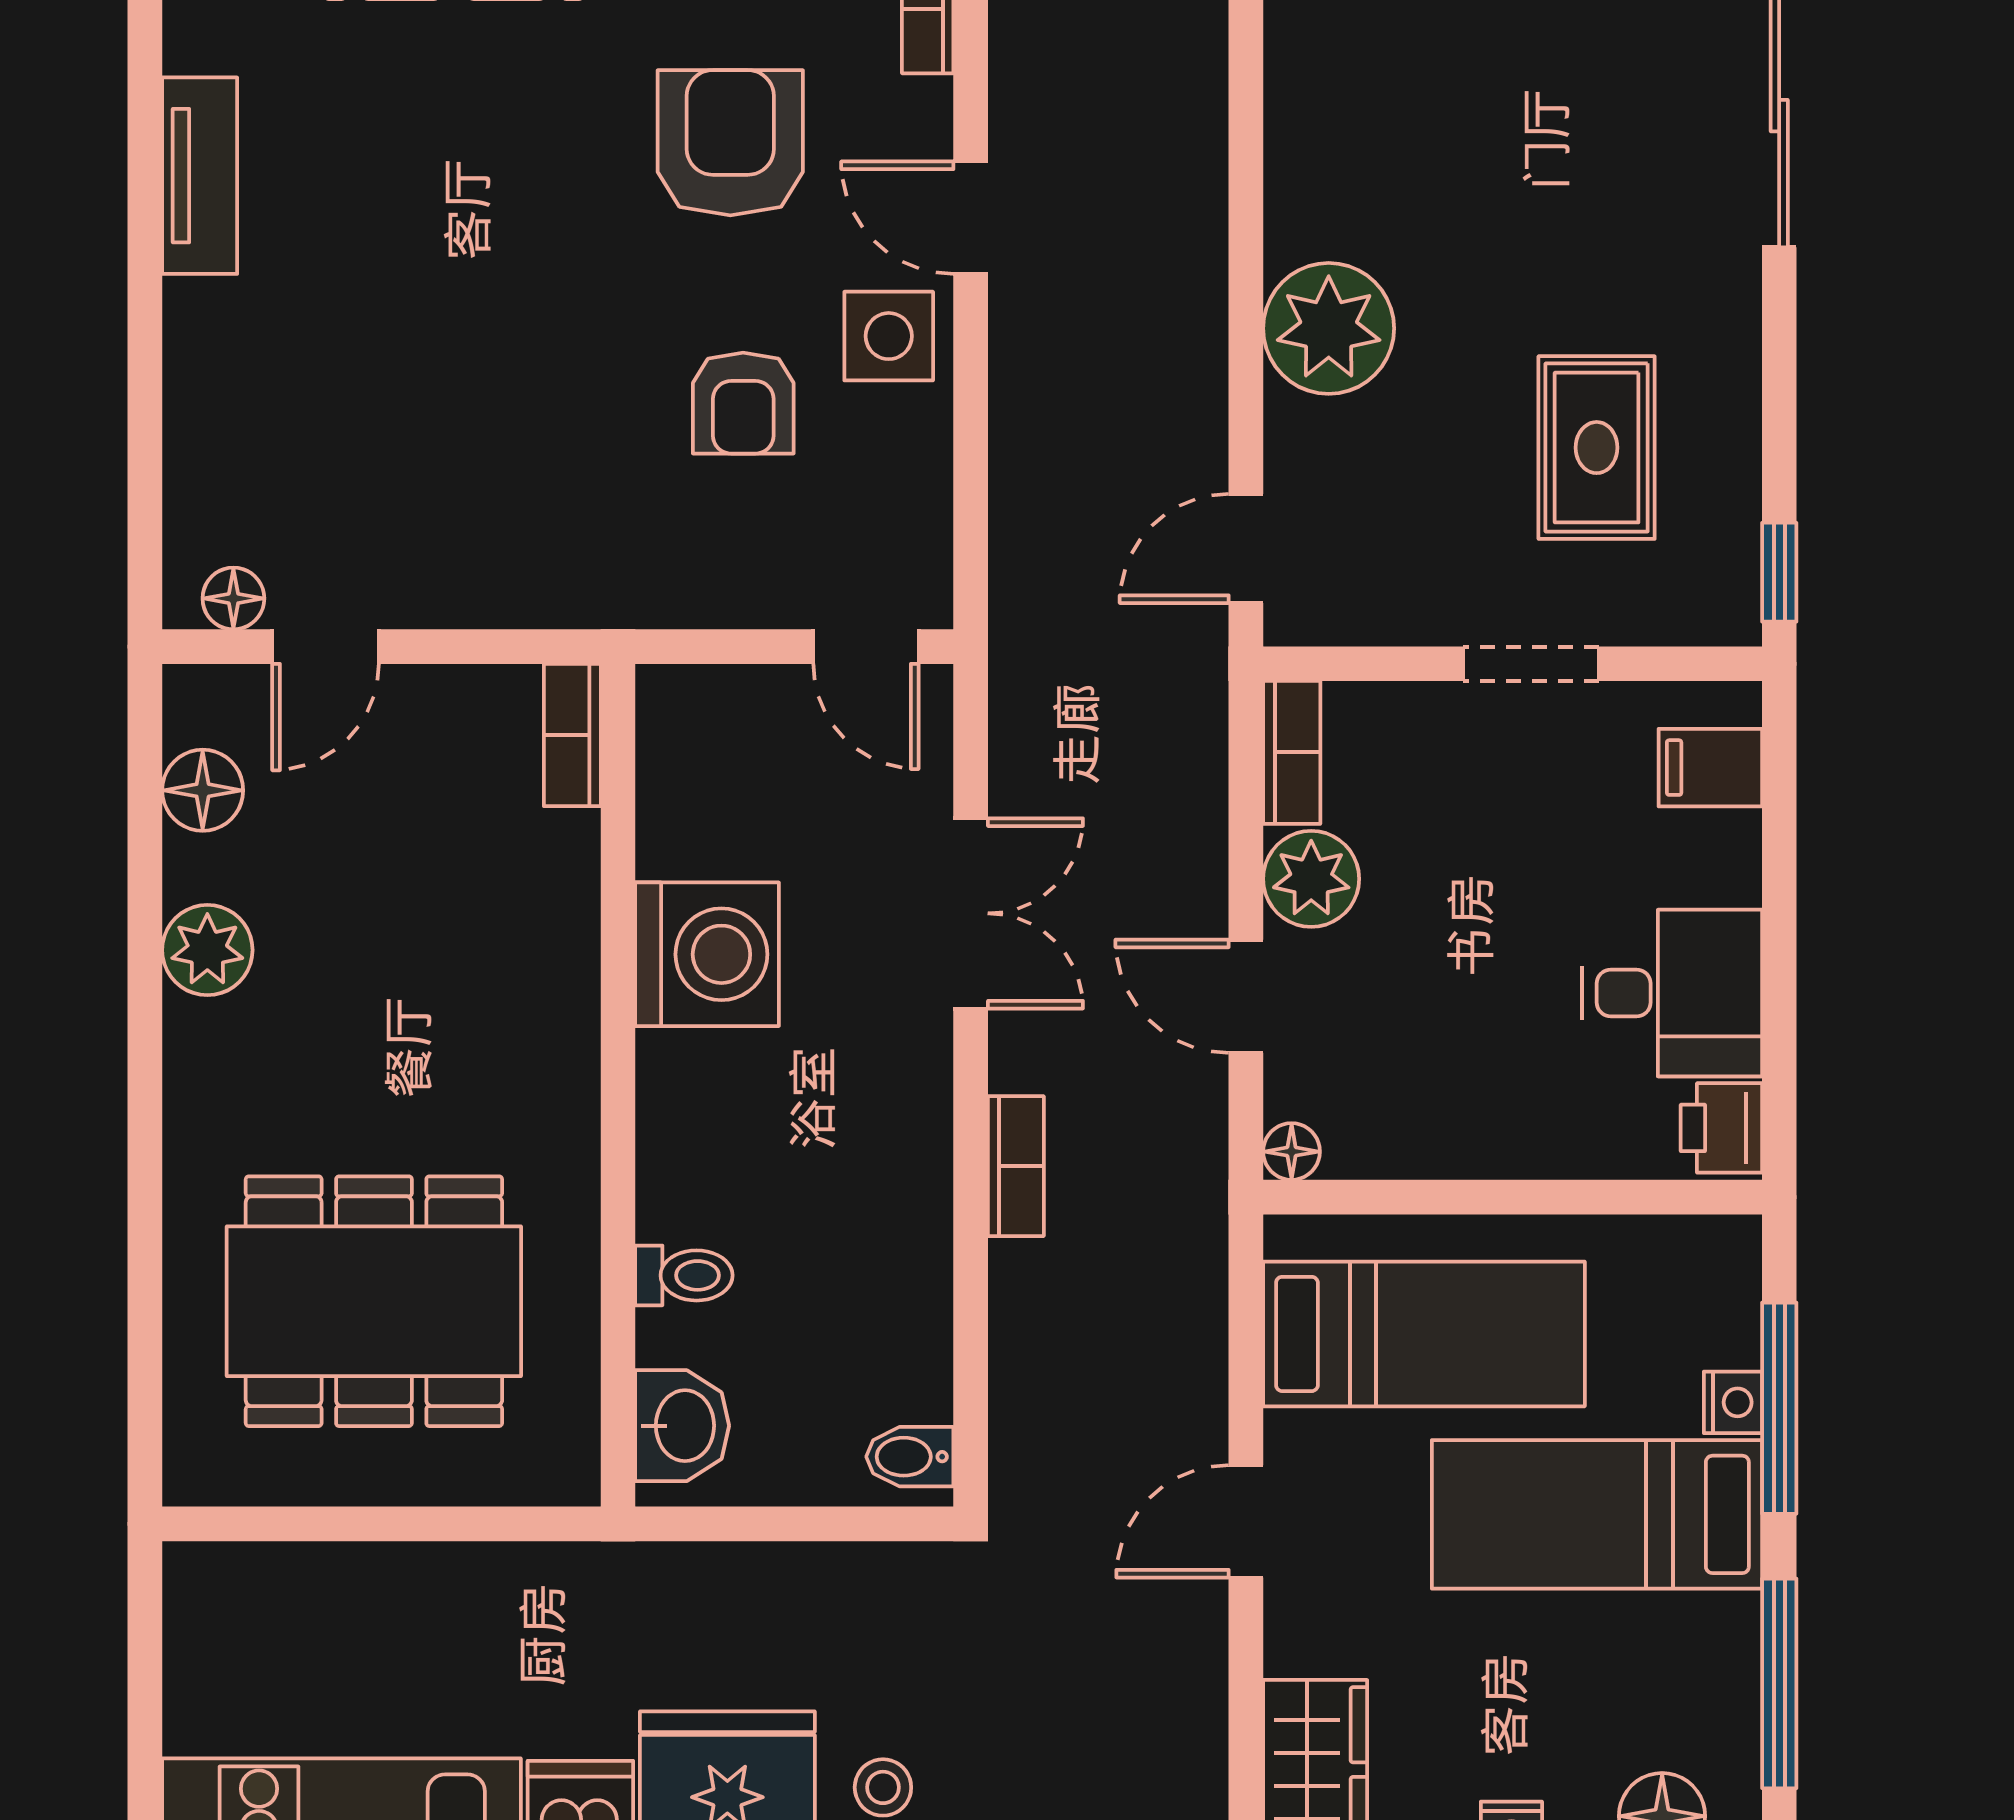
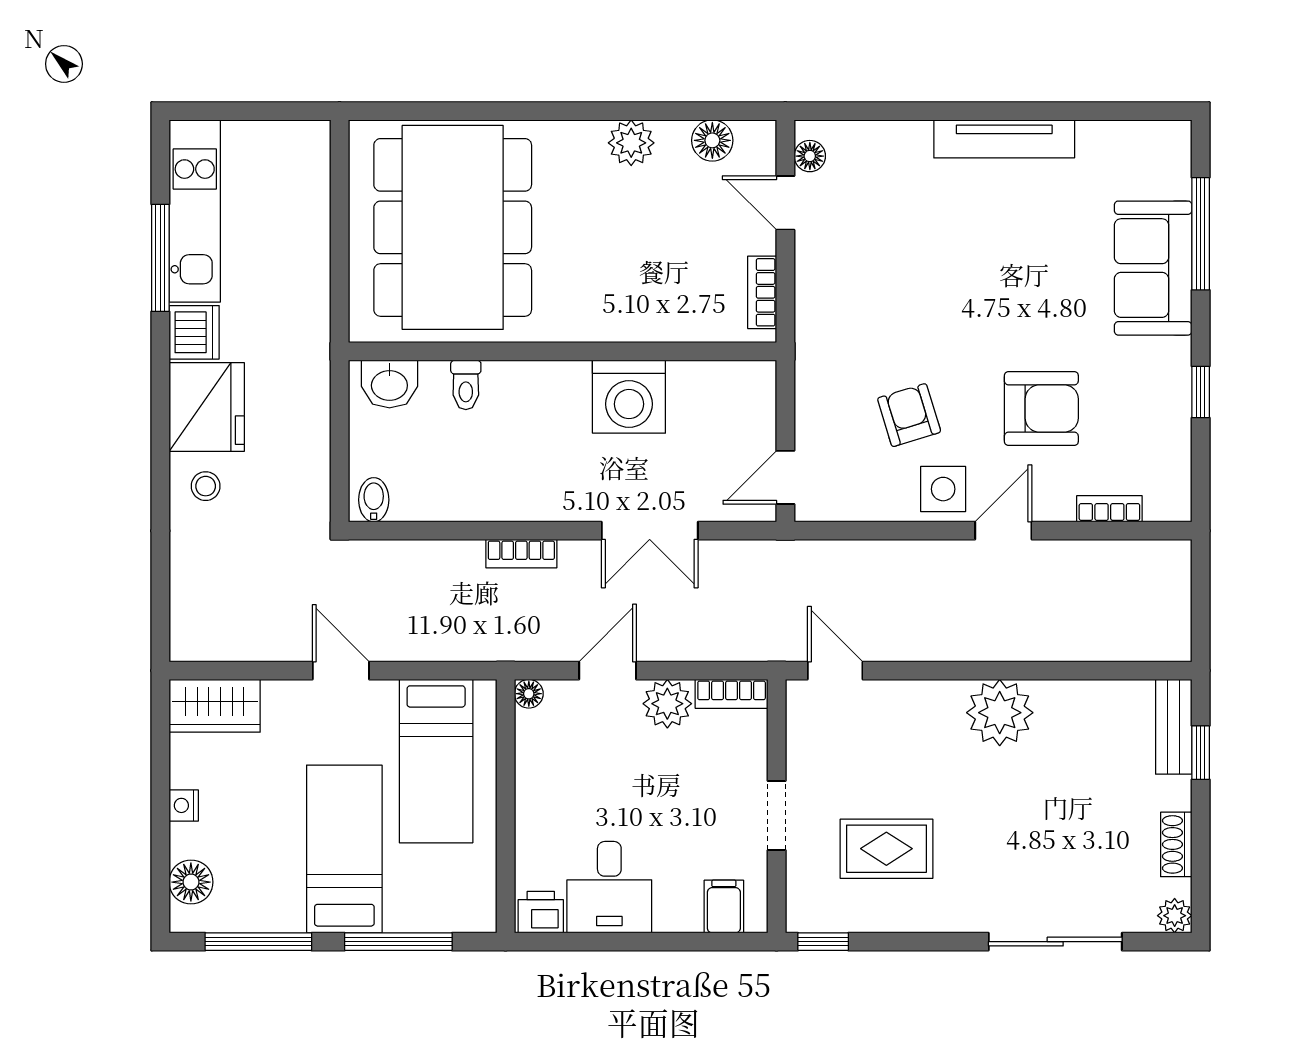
tv unit: (200, 176) -> (1004, 139), width x1.41
plant: (1329, 328) -> (1000, 713), moved
armchair: (743, 403) -> (909, 415), turned 73
bookcase: (572, 735) -> (762, 292), moved, turned -90
dining table: (374, 1301) -> (453, 227), width x1.36, depth x1.24
nightstand: (1733, 1402) -> (401, 918), removed

